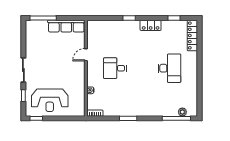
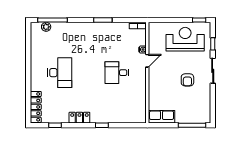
row of seats: (66, 26) -> (161, 117), width x0.68
door: (86, 55) -> (147, 61), moved
armchair: (47, 61) -> (187, 80), added
desk: (115, 68) -> (117, 73), turned 180
desk: (169, 68) -> (60, 73), turned 180

